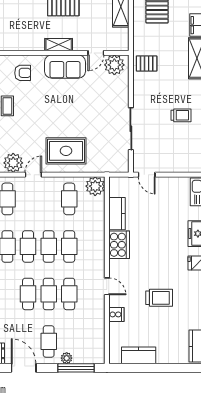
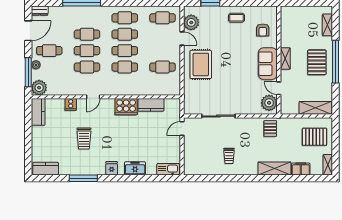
plant: (95, 186) -> (39, 88), moved
kitchen counter: (139, 355) -> (38, 112), moved

